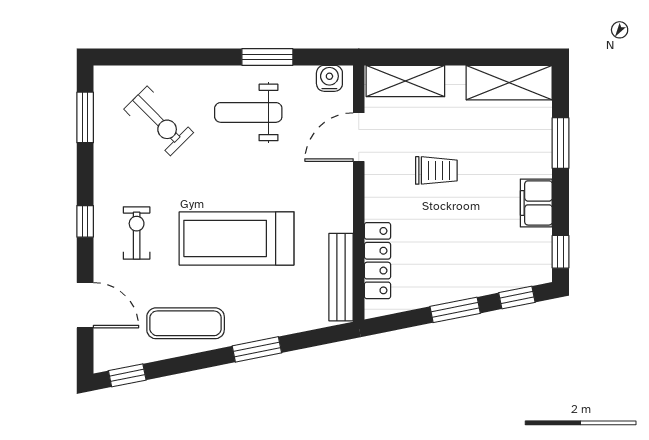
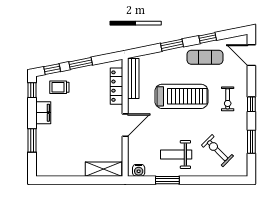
shelving: (509, 83) -> (56, 168), removed
weight bench: (248, 112) -> (176, 155), turned 180
window: (85, 117) -> (251, 142), moved
door: (359, 137) -> (125, 125), moved
trolley: (436, 170) -> (59, 87), moved
door: (85, 305) -> (251, 55), moved
window: (127, 375) -> (208, 38), moved

